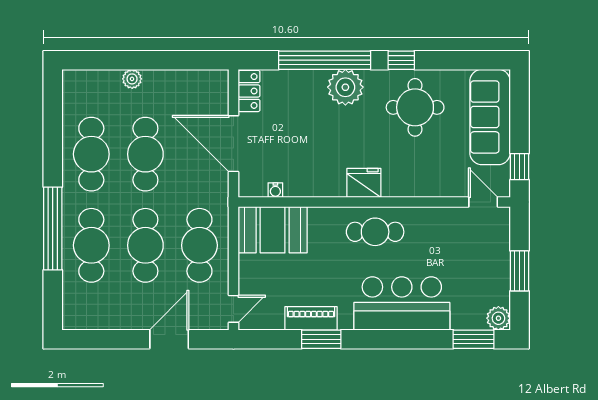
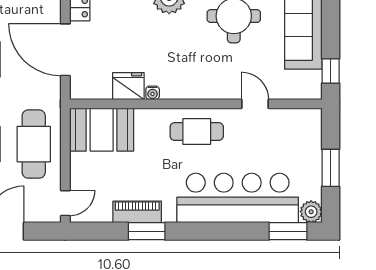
fridge: (364, 183) -> (128, 86), moved
water cooler: (275, 190) -> (153, 93), moved
door: (483, 202) -> (255, 104), moved
bar counter: (402, 303) -> (238, 198), width x1.36

